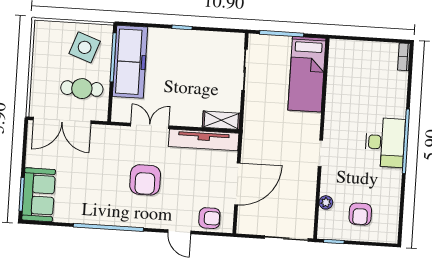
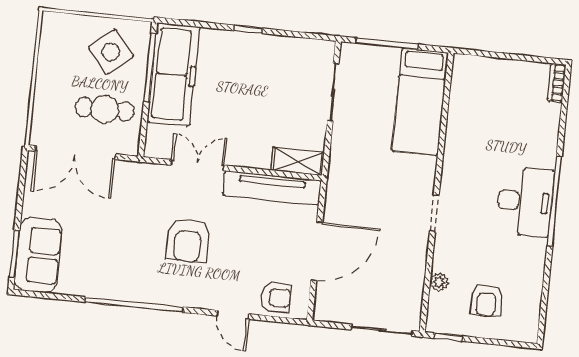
side table: (85, 47) -> (111, 52), turned 30

